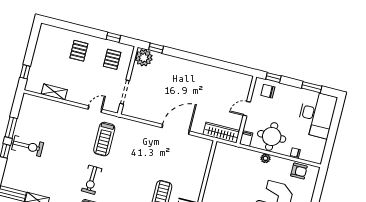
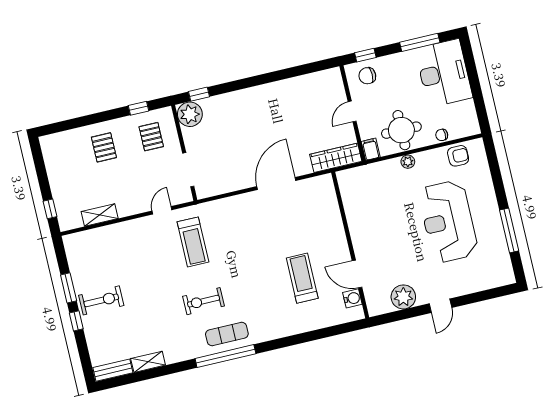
window: (312, 87) -> (420, 42), width x1.44
exercise bike: (92, 180) -> (204, 301), turned 88

